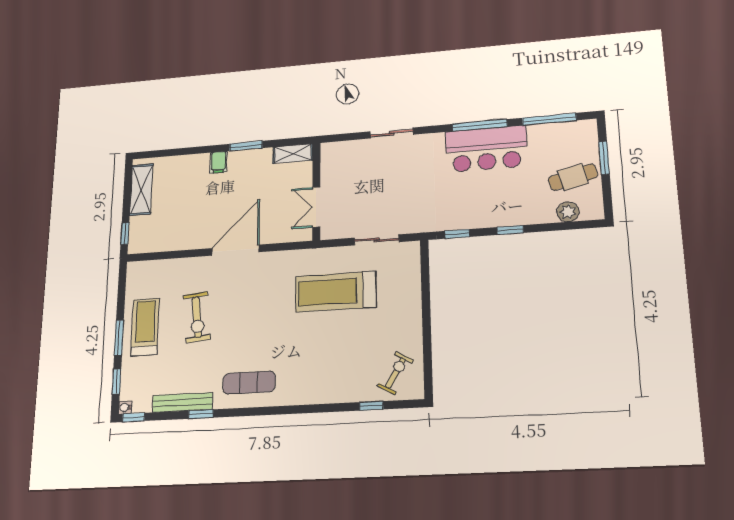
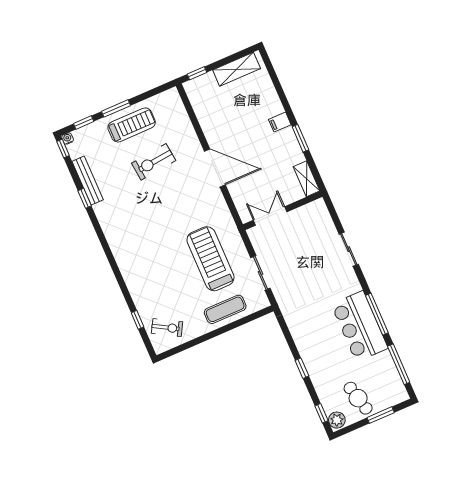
plant: (568, 212) -> (337, 420), moved
window: (457, 234) -> (321, 413), moved
exercise mat: (249, 383) -> (225, 309), moved, turned 90

